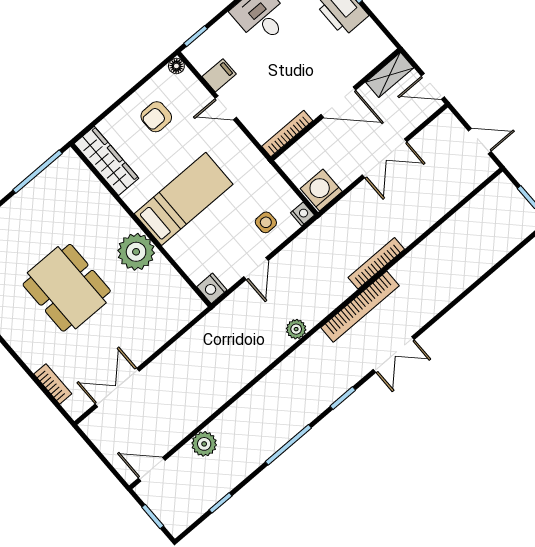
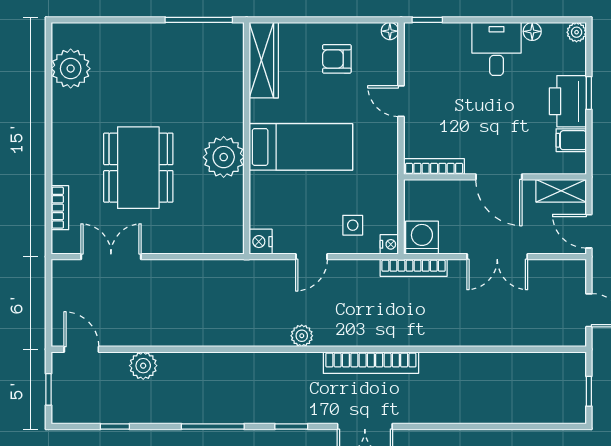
filing cabinet: (219, 75) -> (571, 140), moved, turned 180
bookcase: (376, 263) -> (414, 268), moved, turned 180
dining table: (67, 288) -> (138, 168), moved

